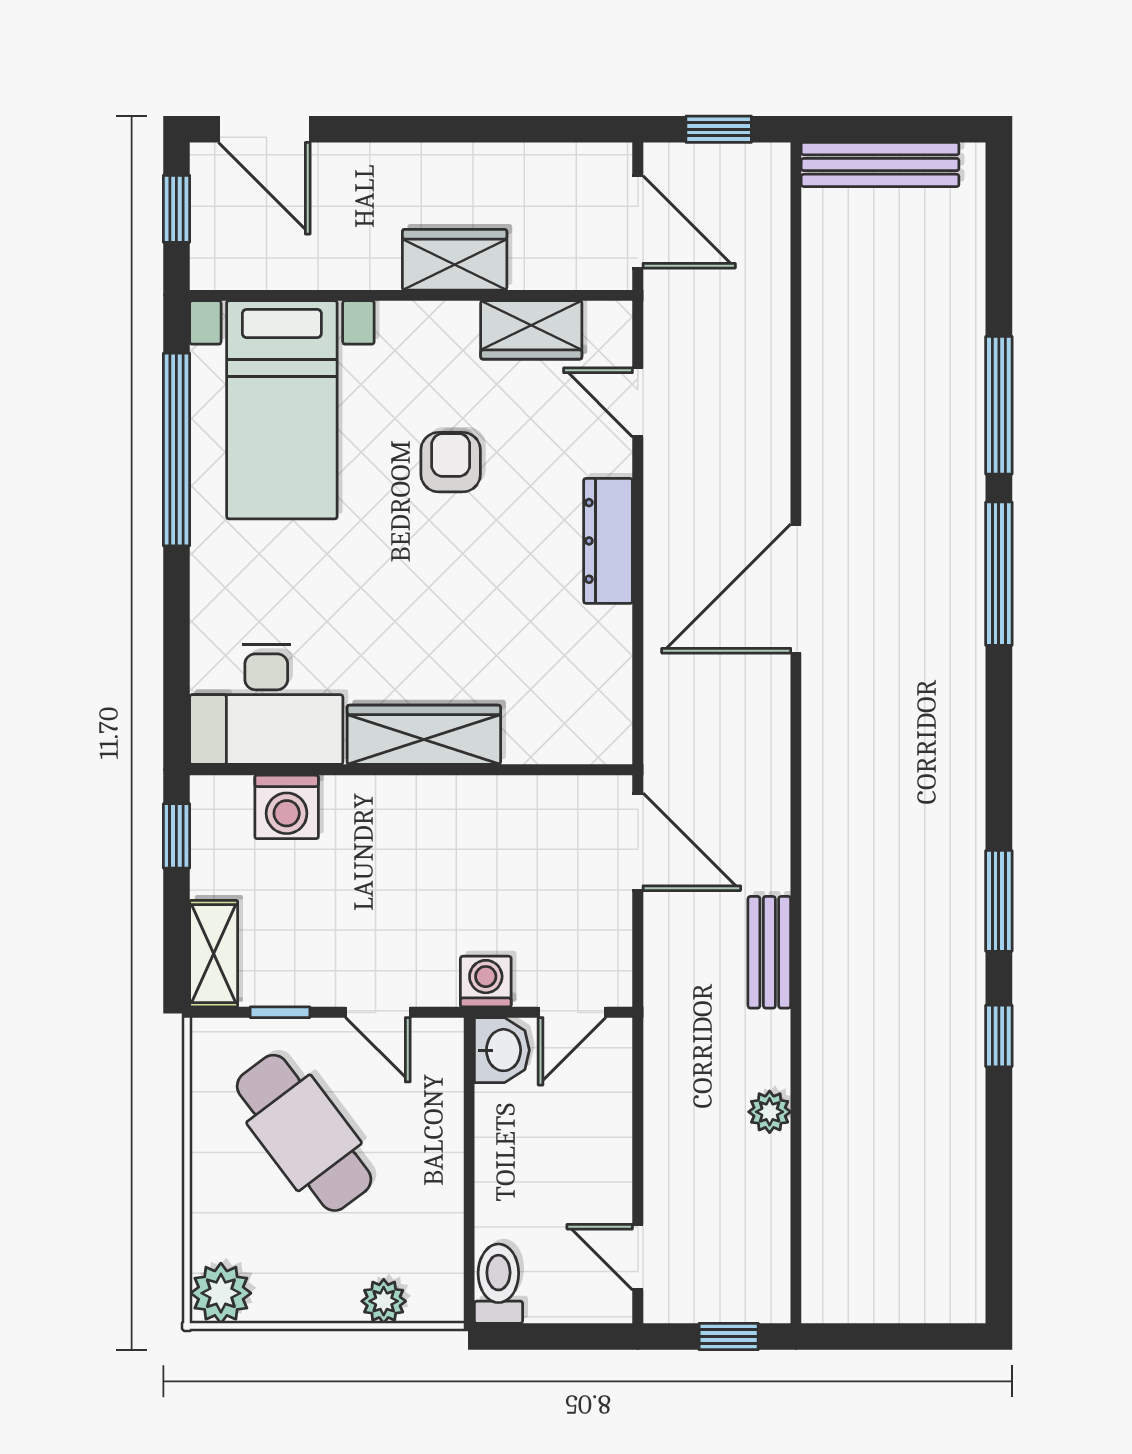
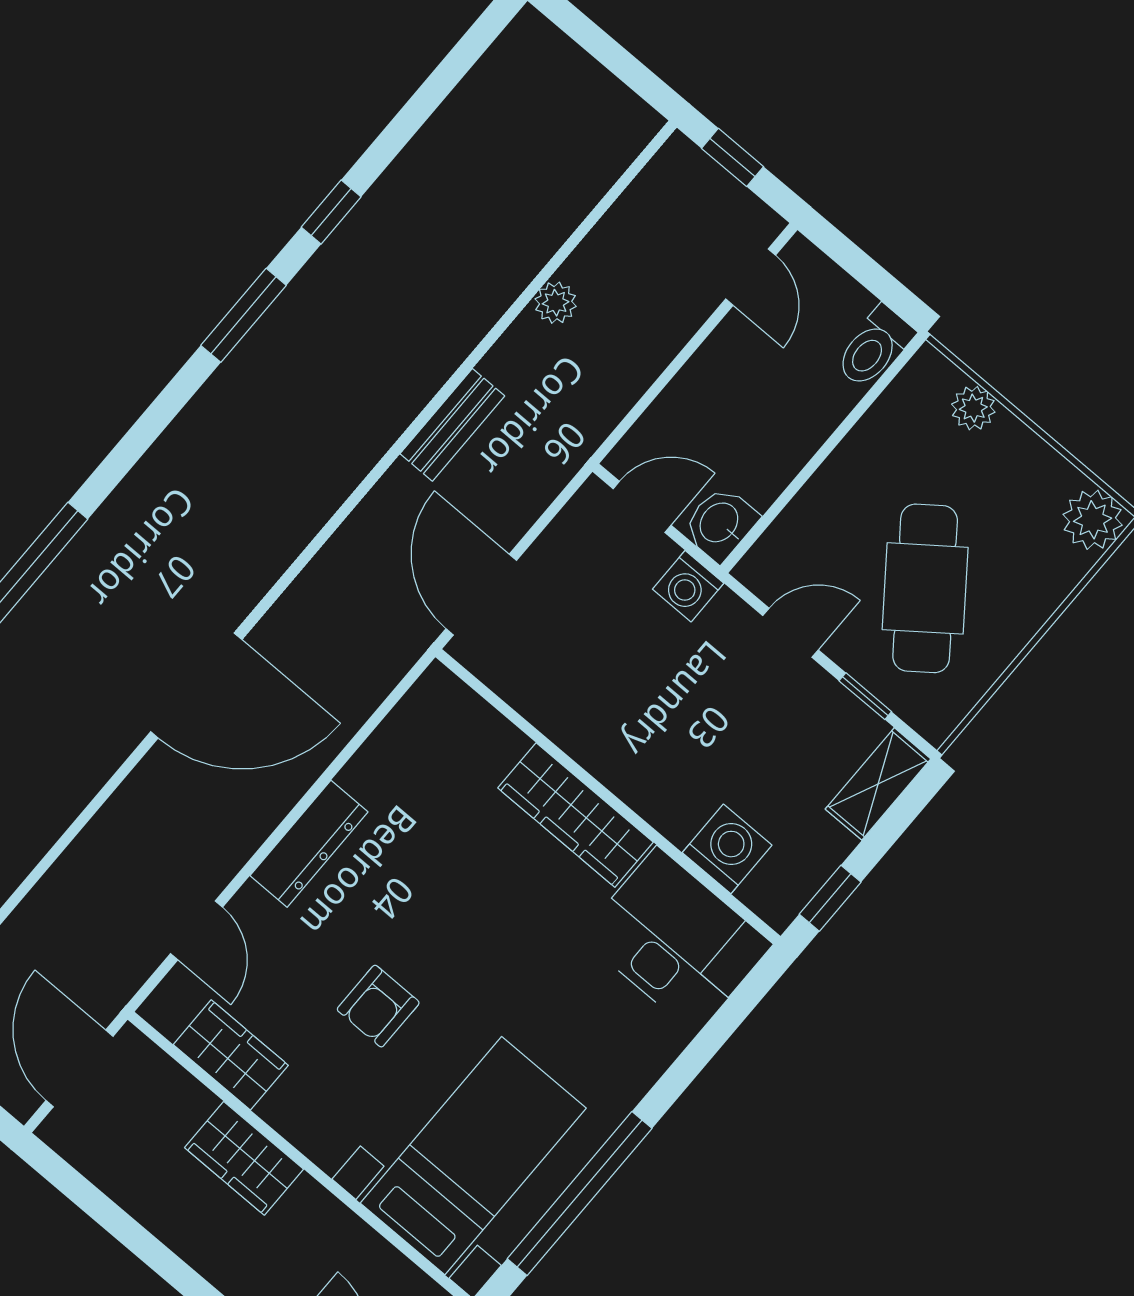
door: (378, 1012) -> (790, 633), hinge flipped

